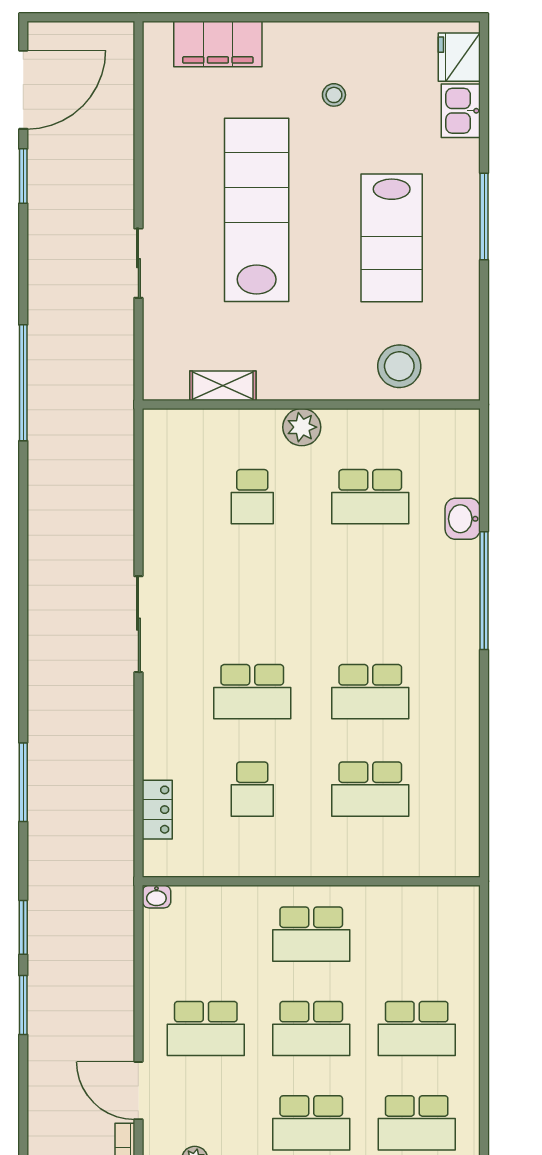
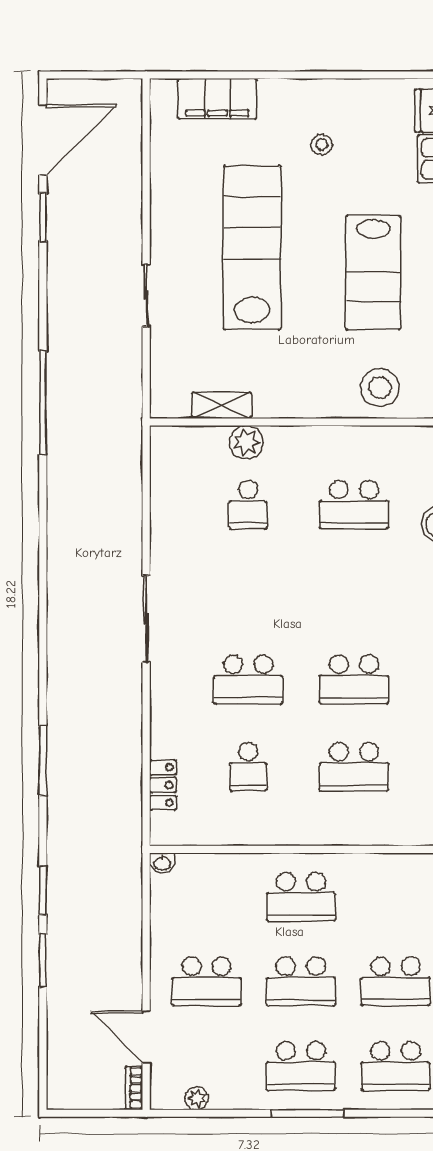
plant: (302, 427) -> (246, 442), moved

